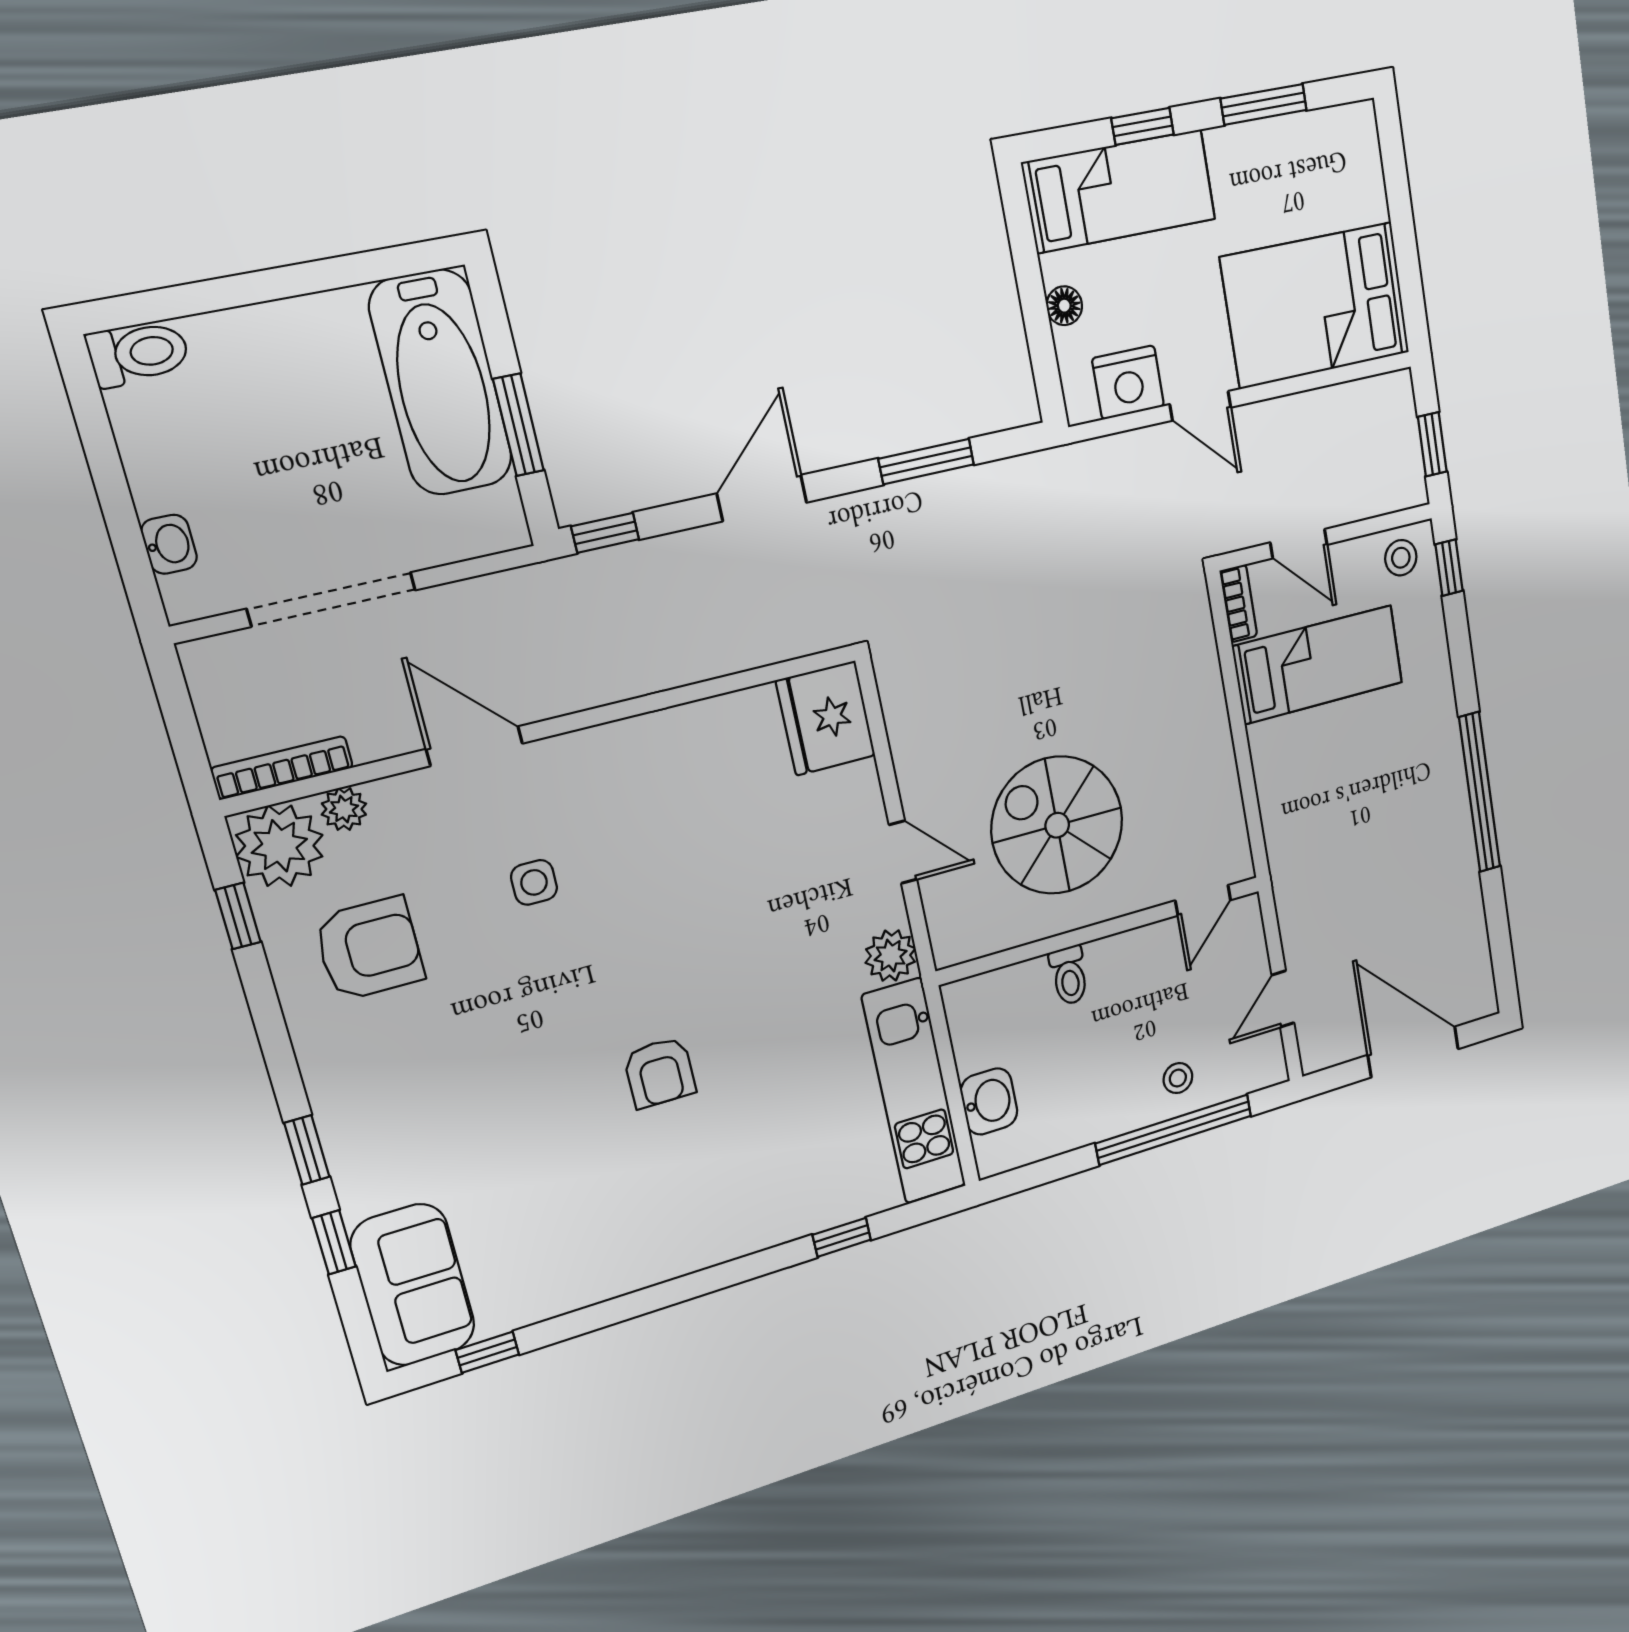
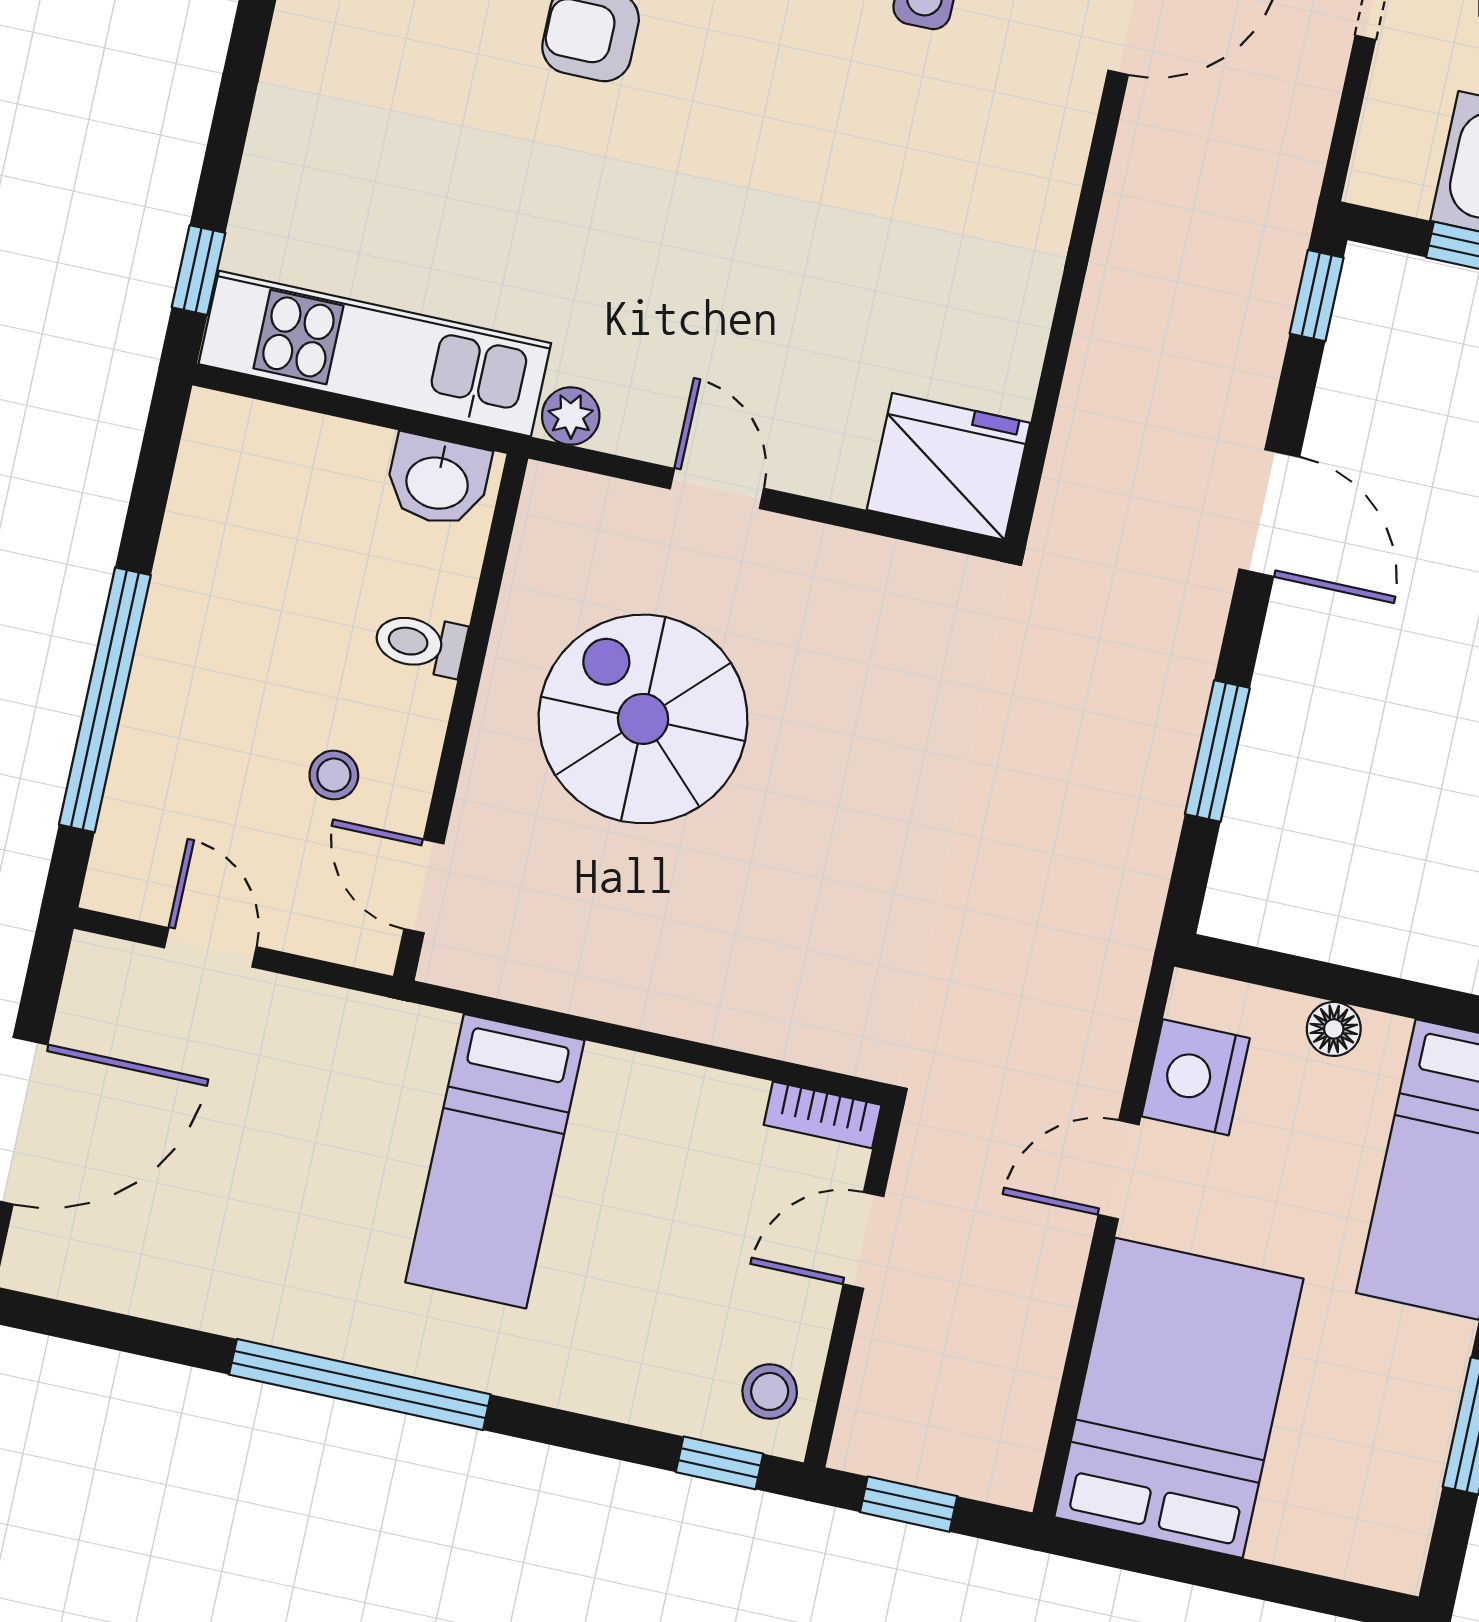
bed: (1318, 665) -> (495, 1161), moved
spiral stairs: (1057, 825) -> (643, 719), turned -90
door: (903, 852) -> (717, 489), swing flipped
plant: (891, 956) -> (571, 416), width x0.73, depth x0.73
stool: (1178, 1078) -> (334, 775), moved
washbasin: (989, 1101) -> (438, 481), moved
window: (842, 1237) -> (199, 270), moved

